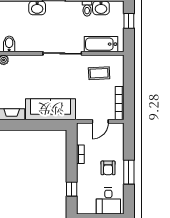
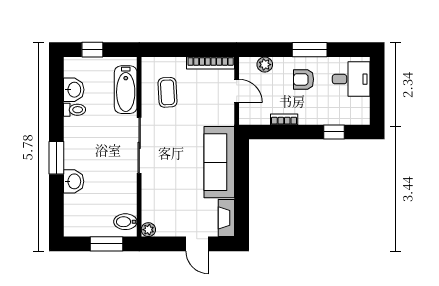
plant: (118, 141) -> (265, 65), added
armchair: (108, 168) -> (304, 79), turned 180

